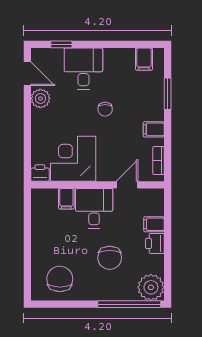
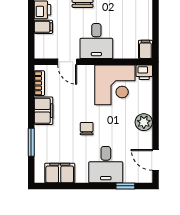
filing cabinet: (144, 59) -> (60, 173), width x2.00
plant: (40, 98) -> (144, 122), moved
filing cabinet: (154, 129) -> (44, 111), width x2.00
door: (127, 185) -> (67, 62), hinge flipped
filing cabinet: (66, 199) -> (145, 49), moved

